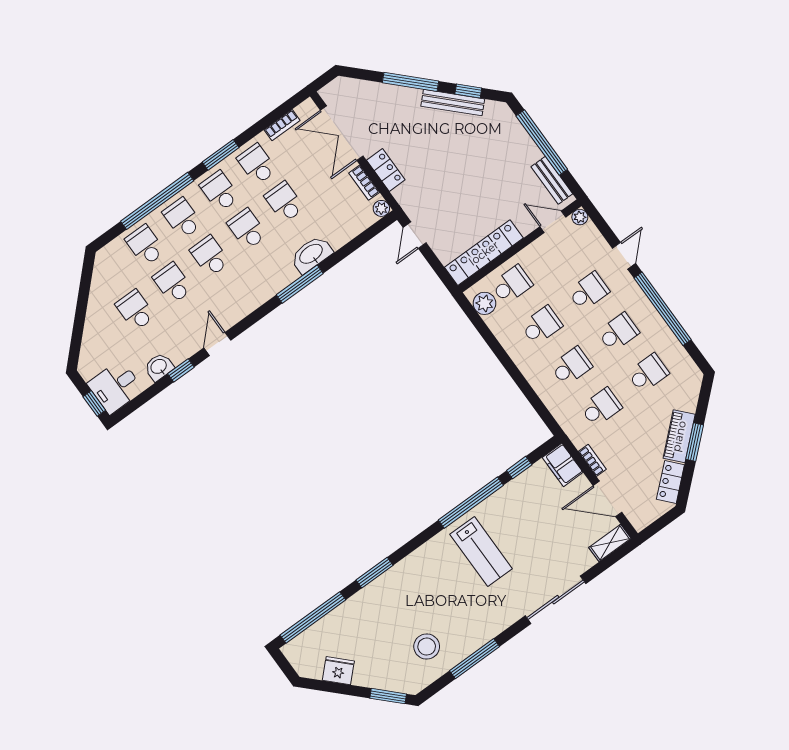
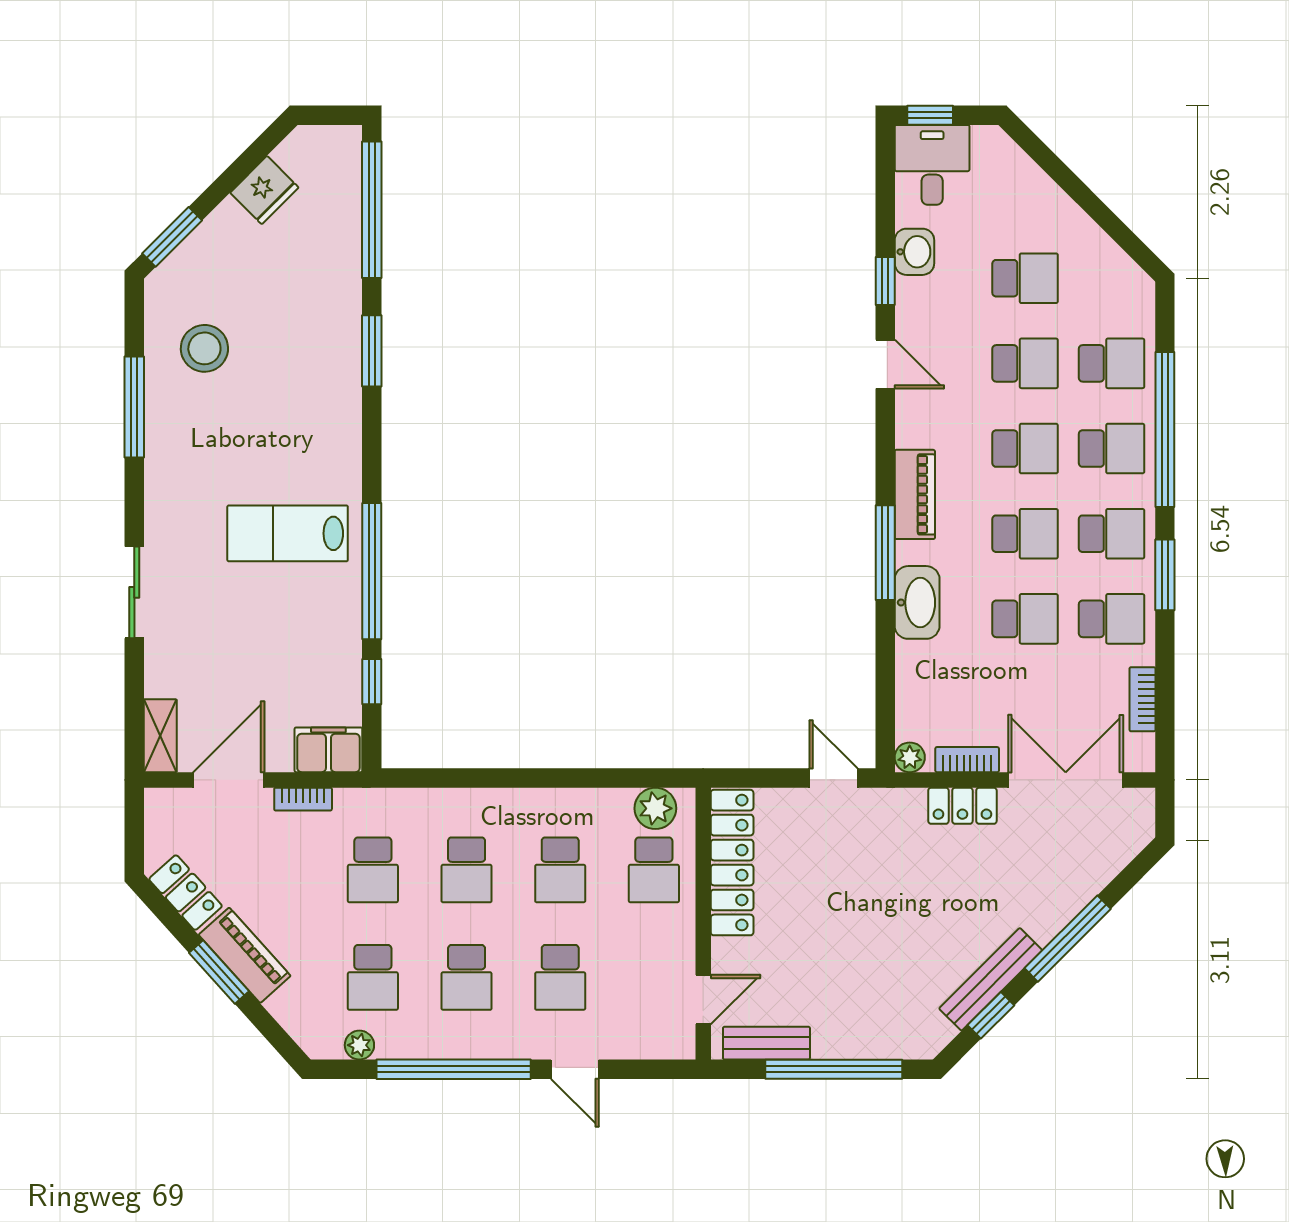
plant: (580, 217) -> (359, 1045), moved
piano: (265, 290) -> (915, 494), added
sliding door: (556, 600) -> (134, 592), width x0.73

